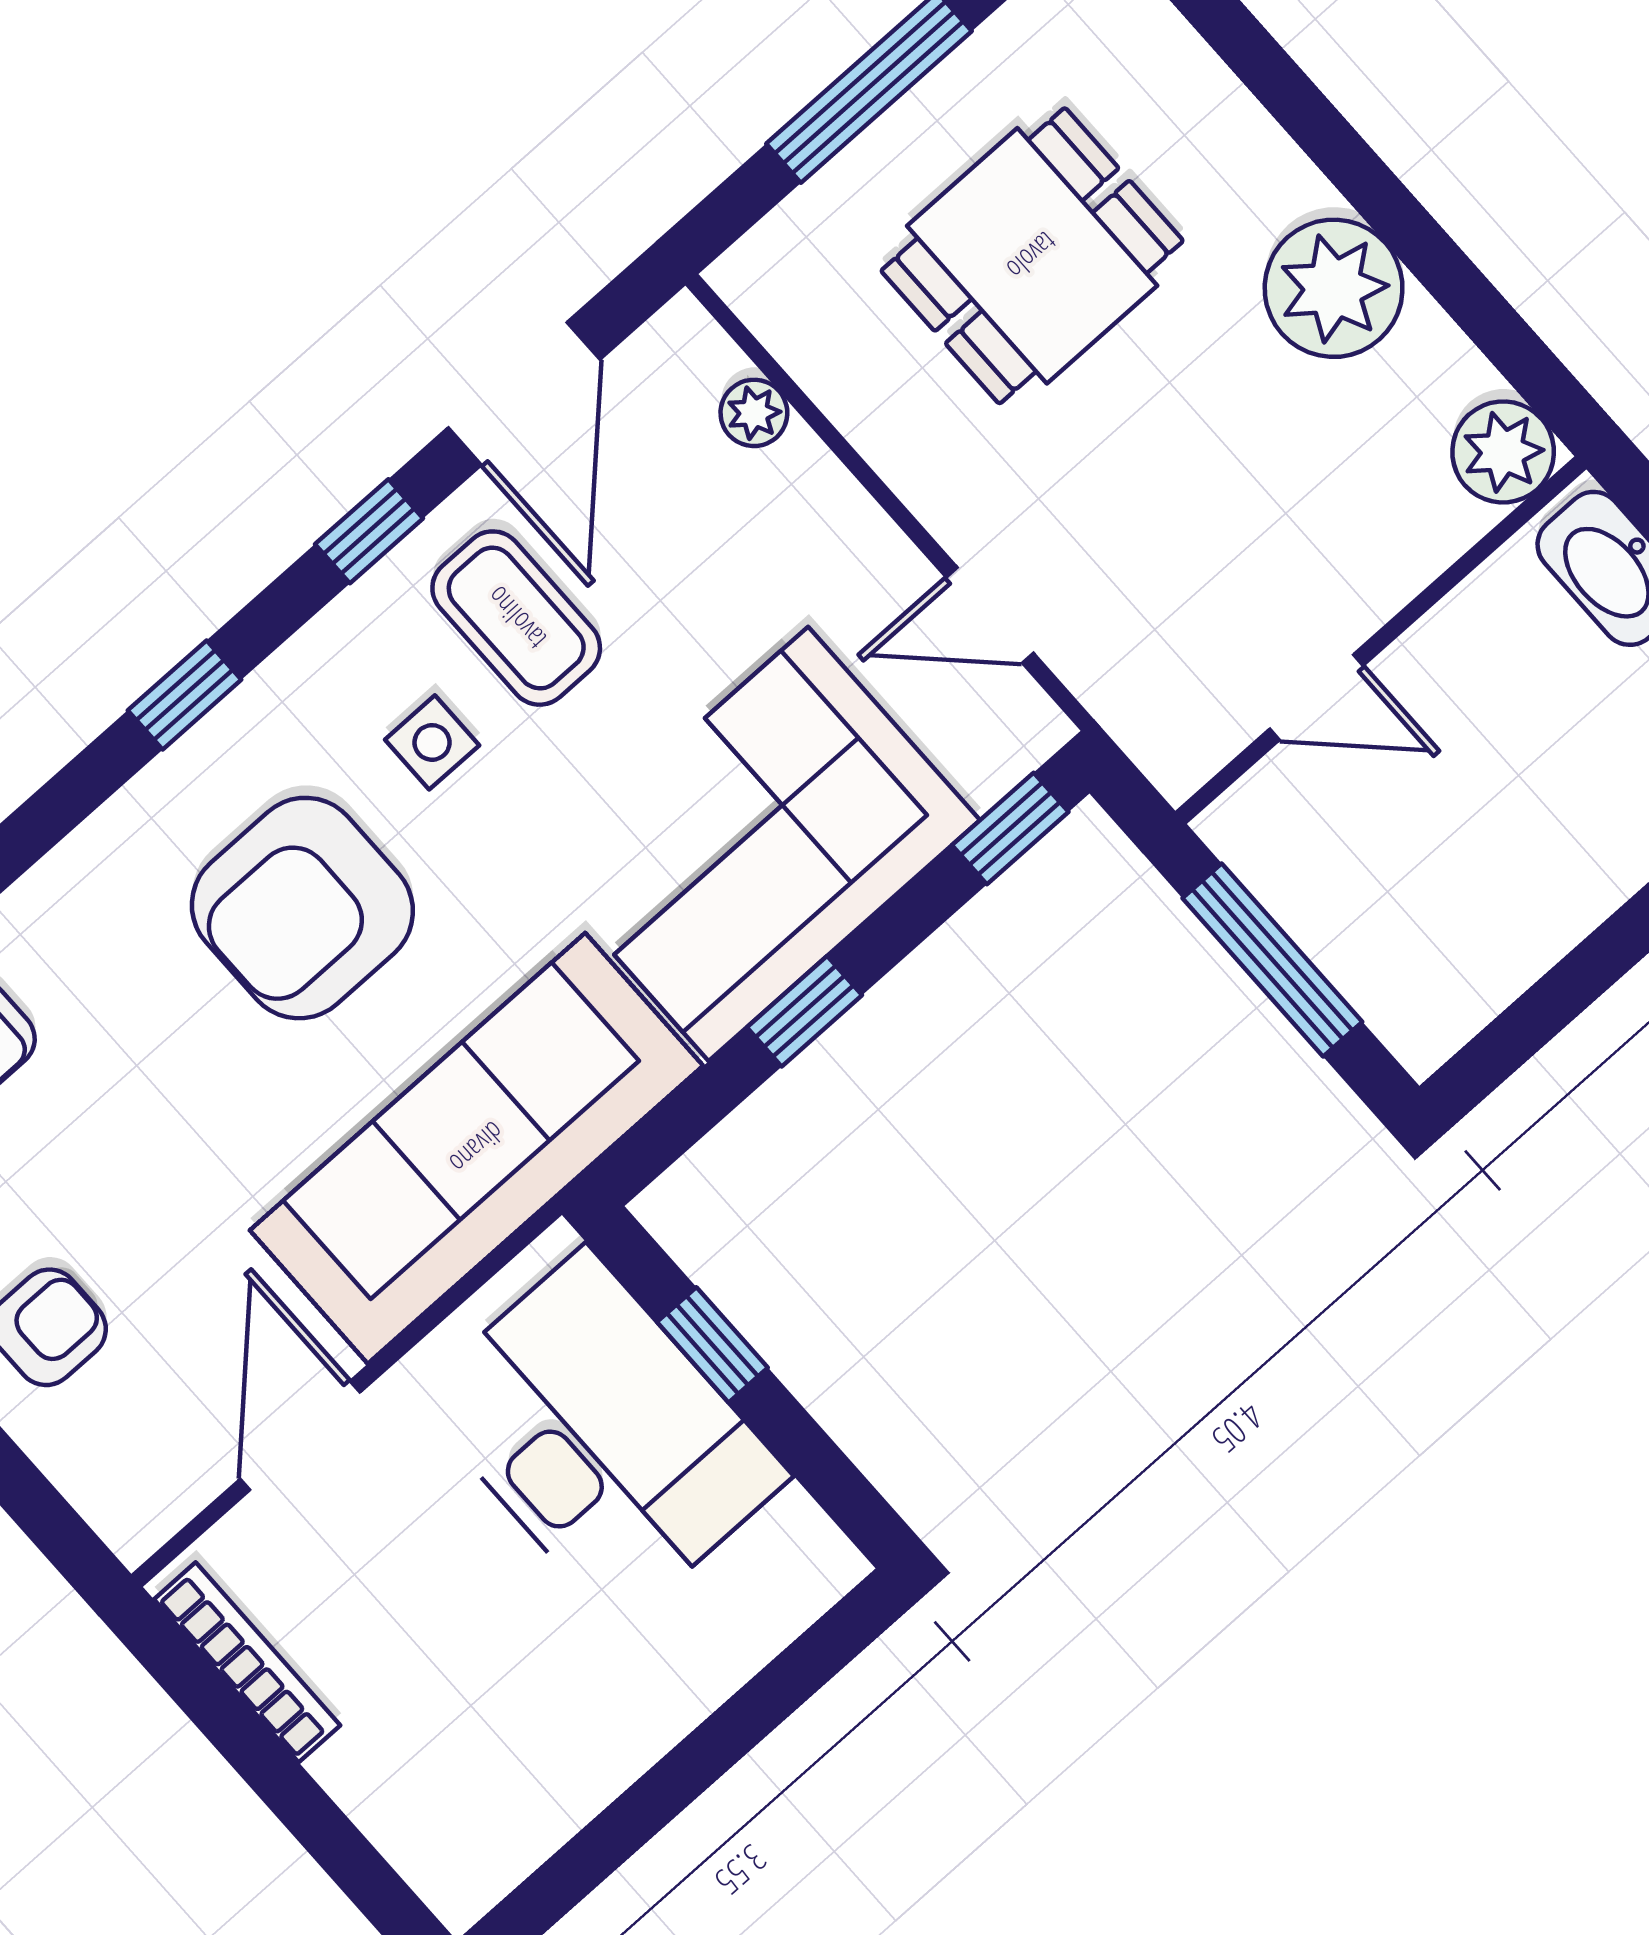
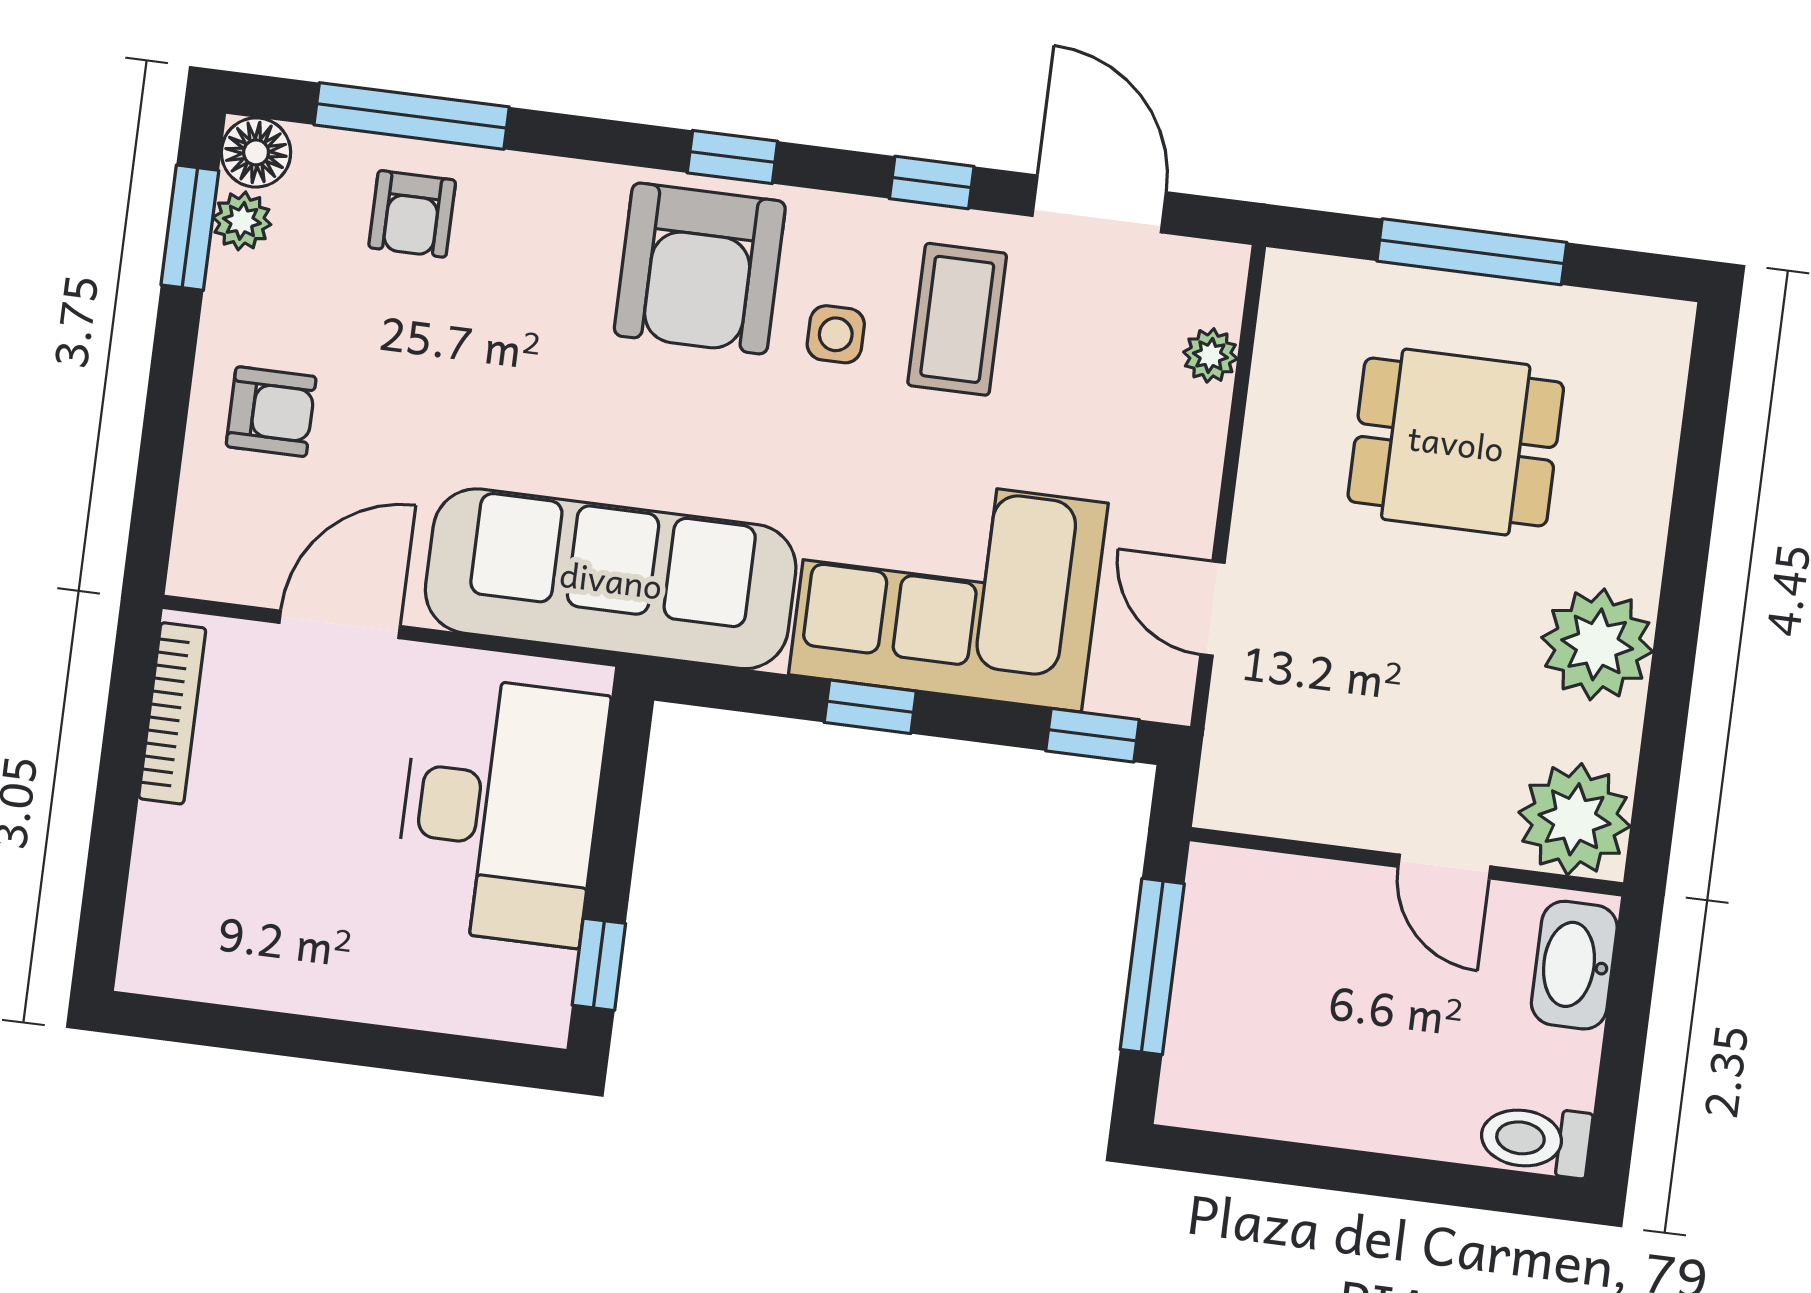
door: (524, 394) -> (1099, 204), swing flipped
plant: (1503, 452) -> (1575, 819), width x1.36, depth x1.36
door: (1316, 697) -> (1444, 867), moved
armchair: (302, 908) -> (700, 268), moved, turned -90
window: (712, 1345) -> (599, 964), moved

